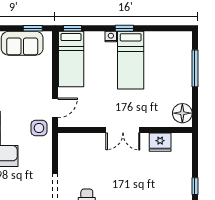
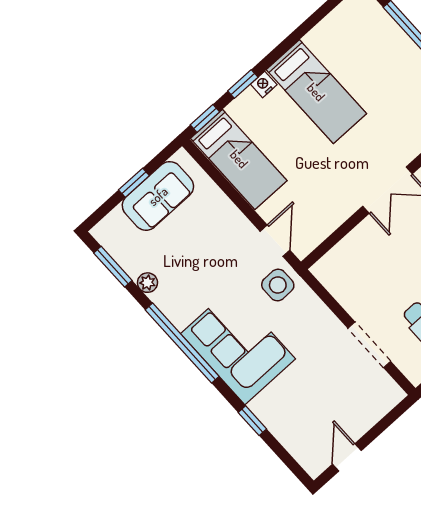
window: (33, 28) -> (134, 183), moved
window: (124, 28) -> (243, 84), moved

